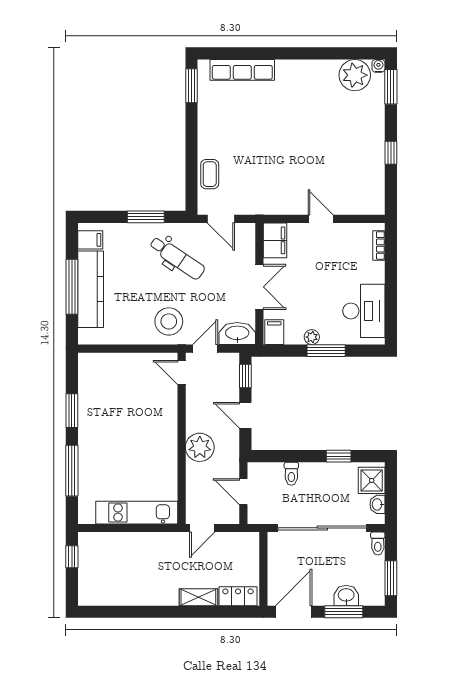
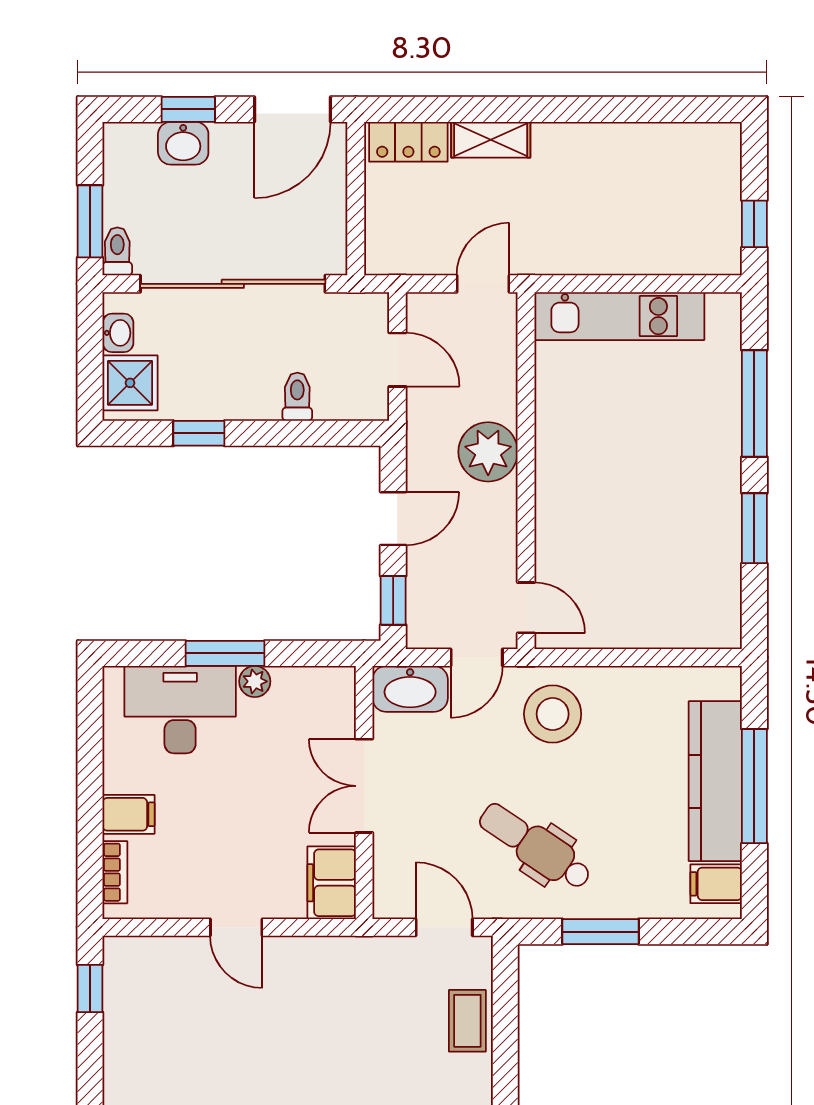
window: (391, 153) -> (90, 989), moved
desk: (364, 311) -> (180, 710), moved, turned 90
filing cabinet: (274, 332) -> (129, 814), moved, turned -90
door: (245, 415) -> (393, 519), hinge flipped
window: (391, 578) -> (90, 221), moved
window: (344, 612) -> (188, 109), width x0.67

